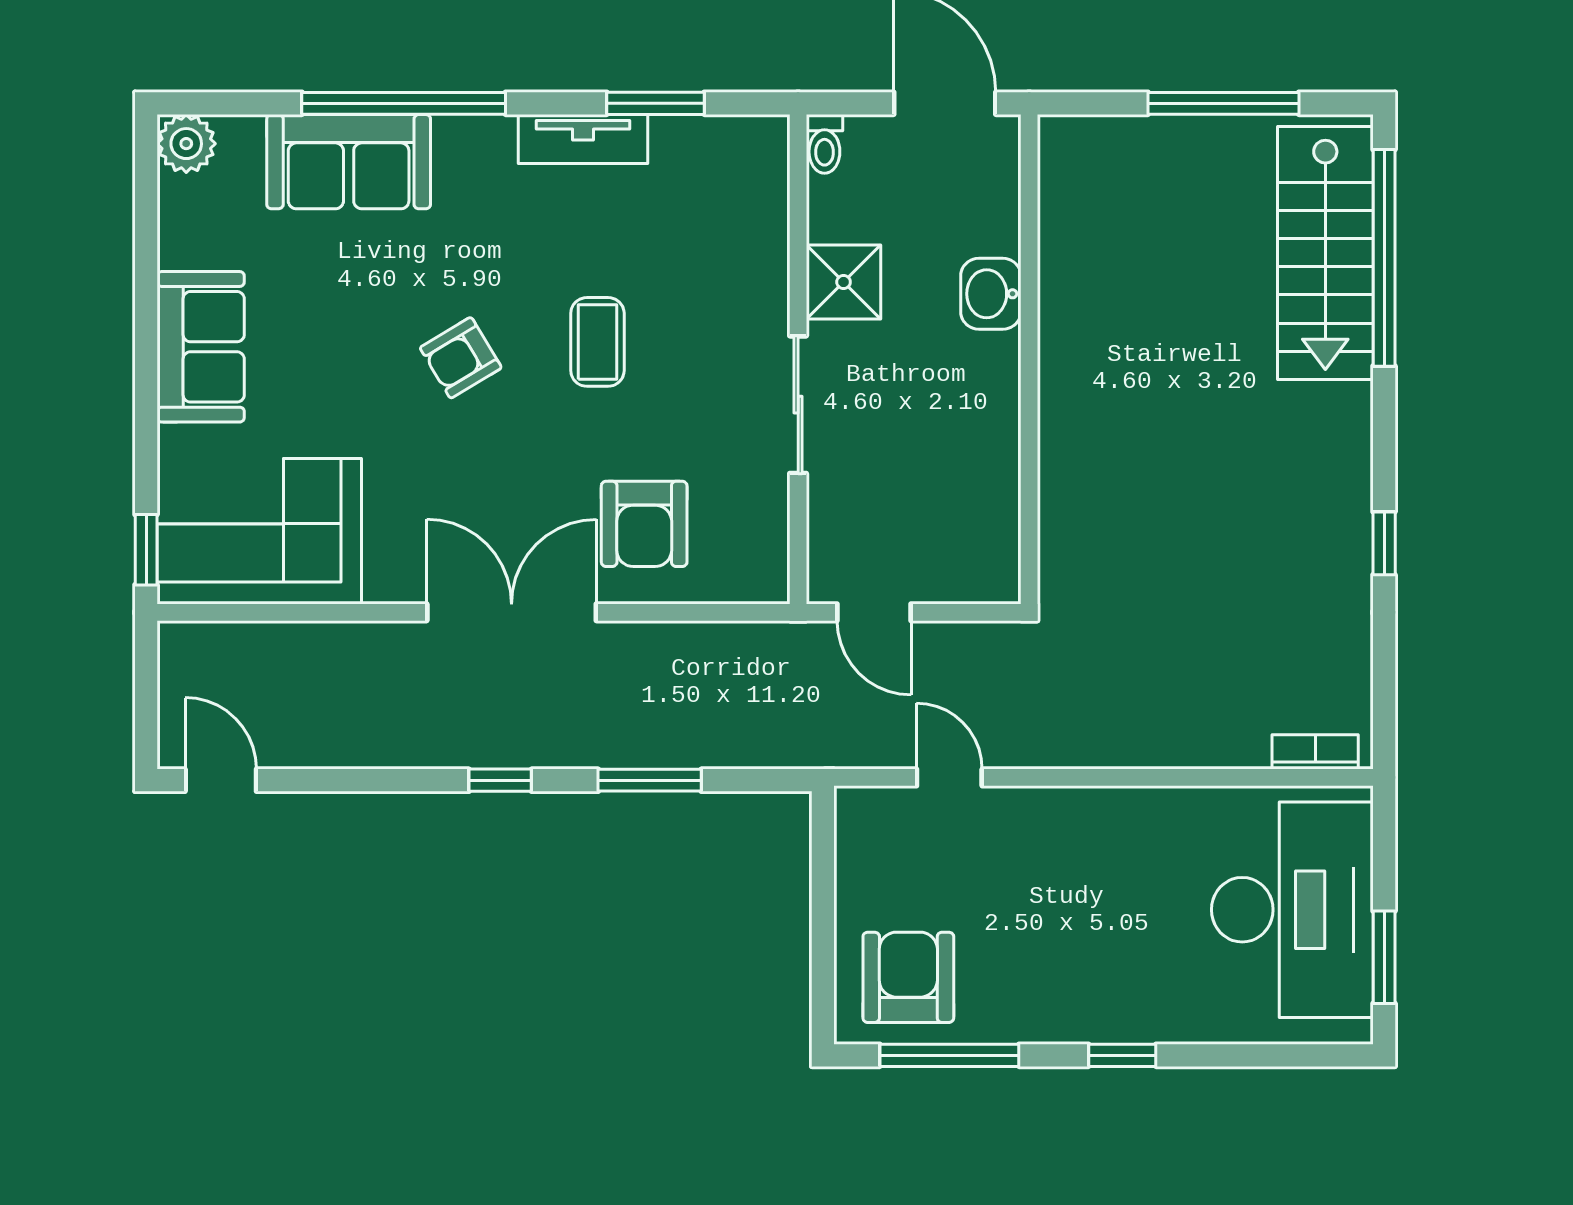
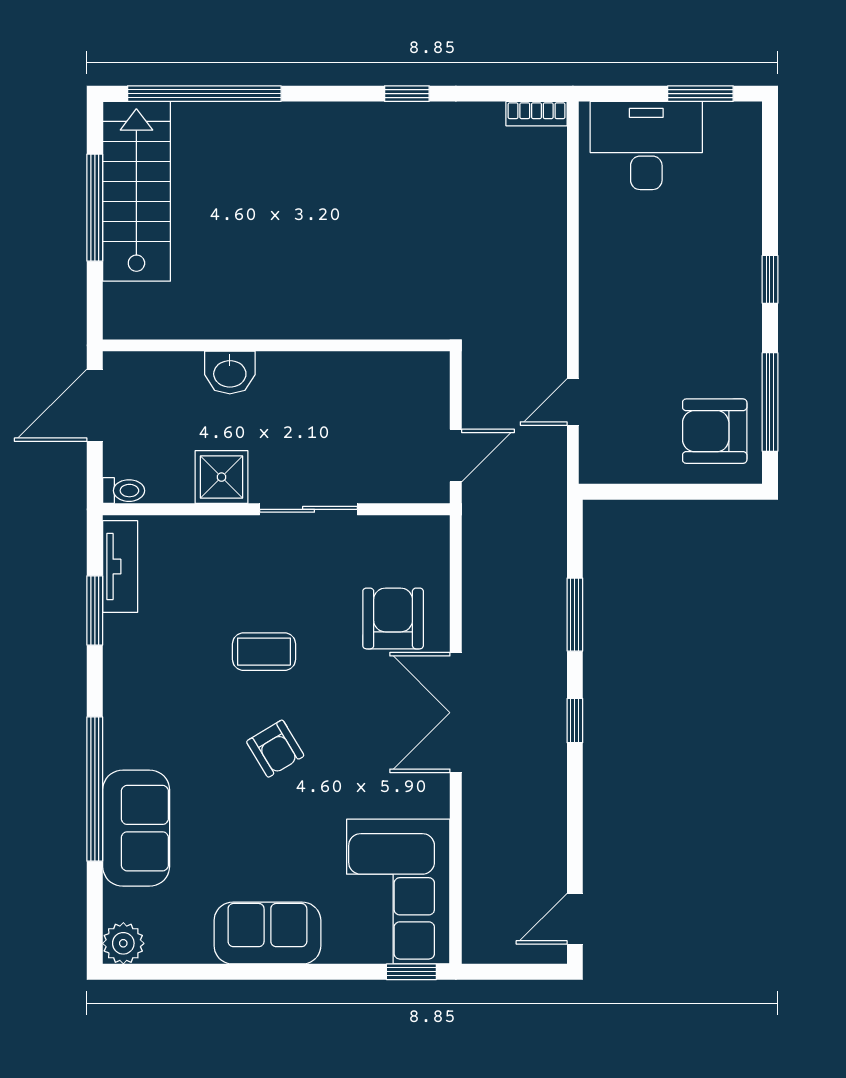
tv unit: (583, 139) -> (120, 567), moved
stairs: (1325, 253) -> (136, 191), moved, turned -90
armchair: (644, 524) -> (393, 618), turned -90
bookcase: (1315, 752) -> (536, 114), moved, turned -90
desk: (1292, 910) -> (646, 146), width x0.73, depth x0.77

